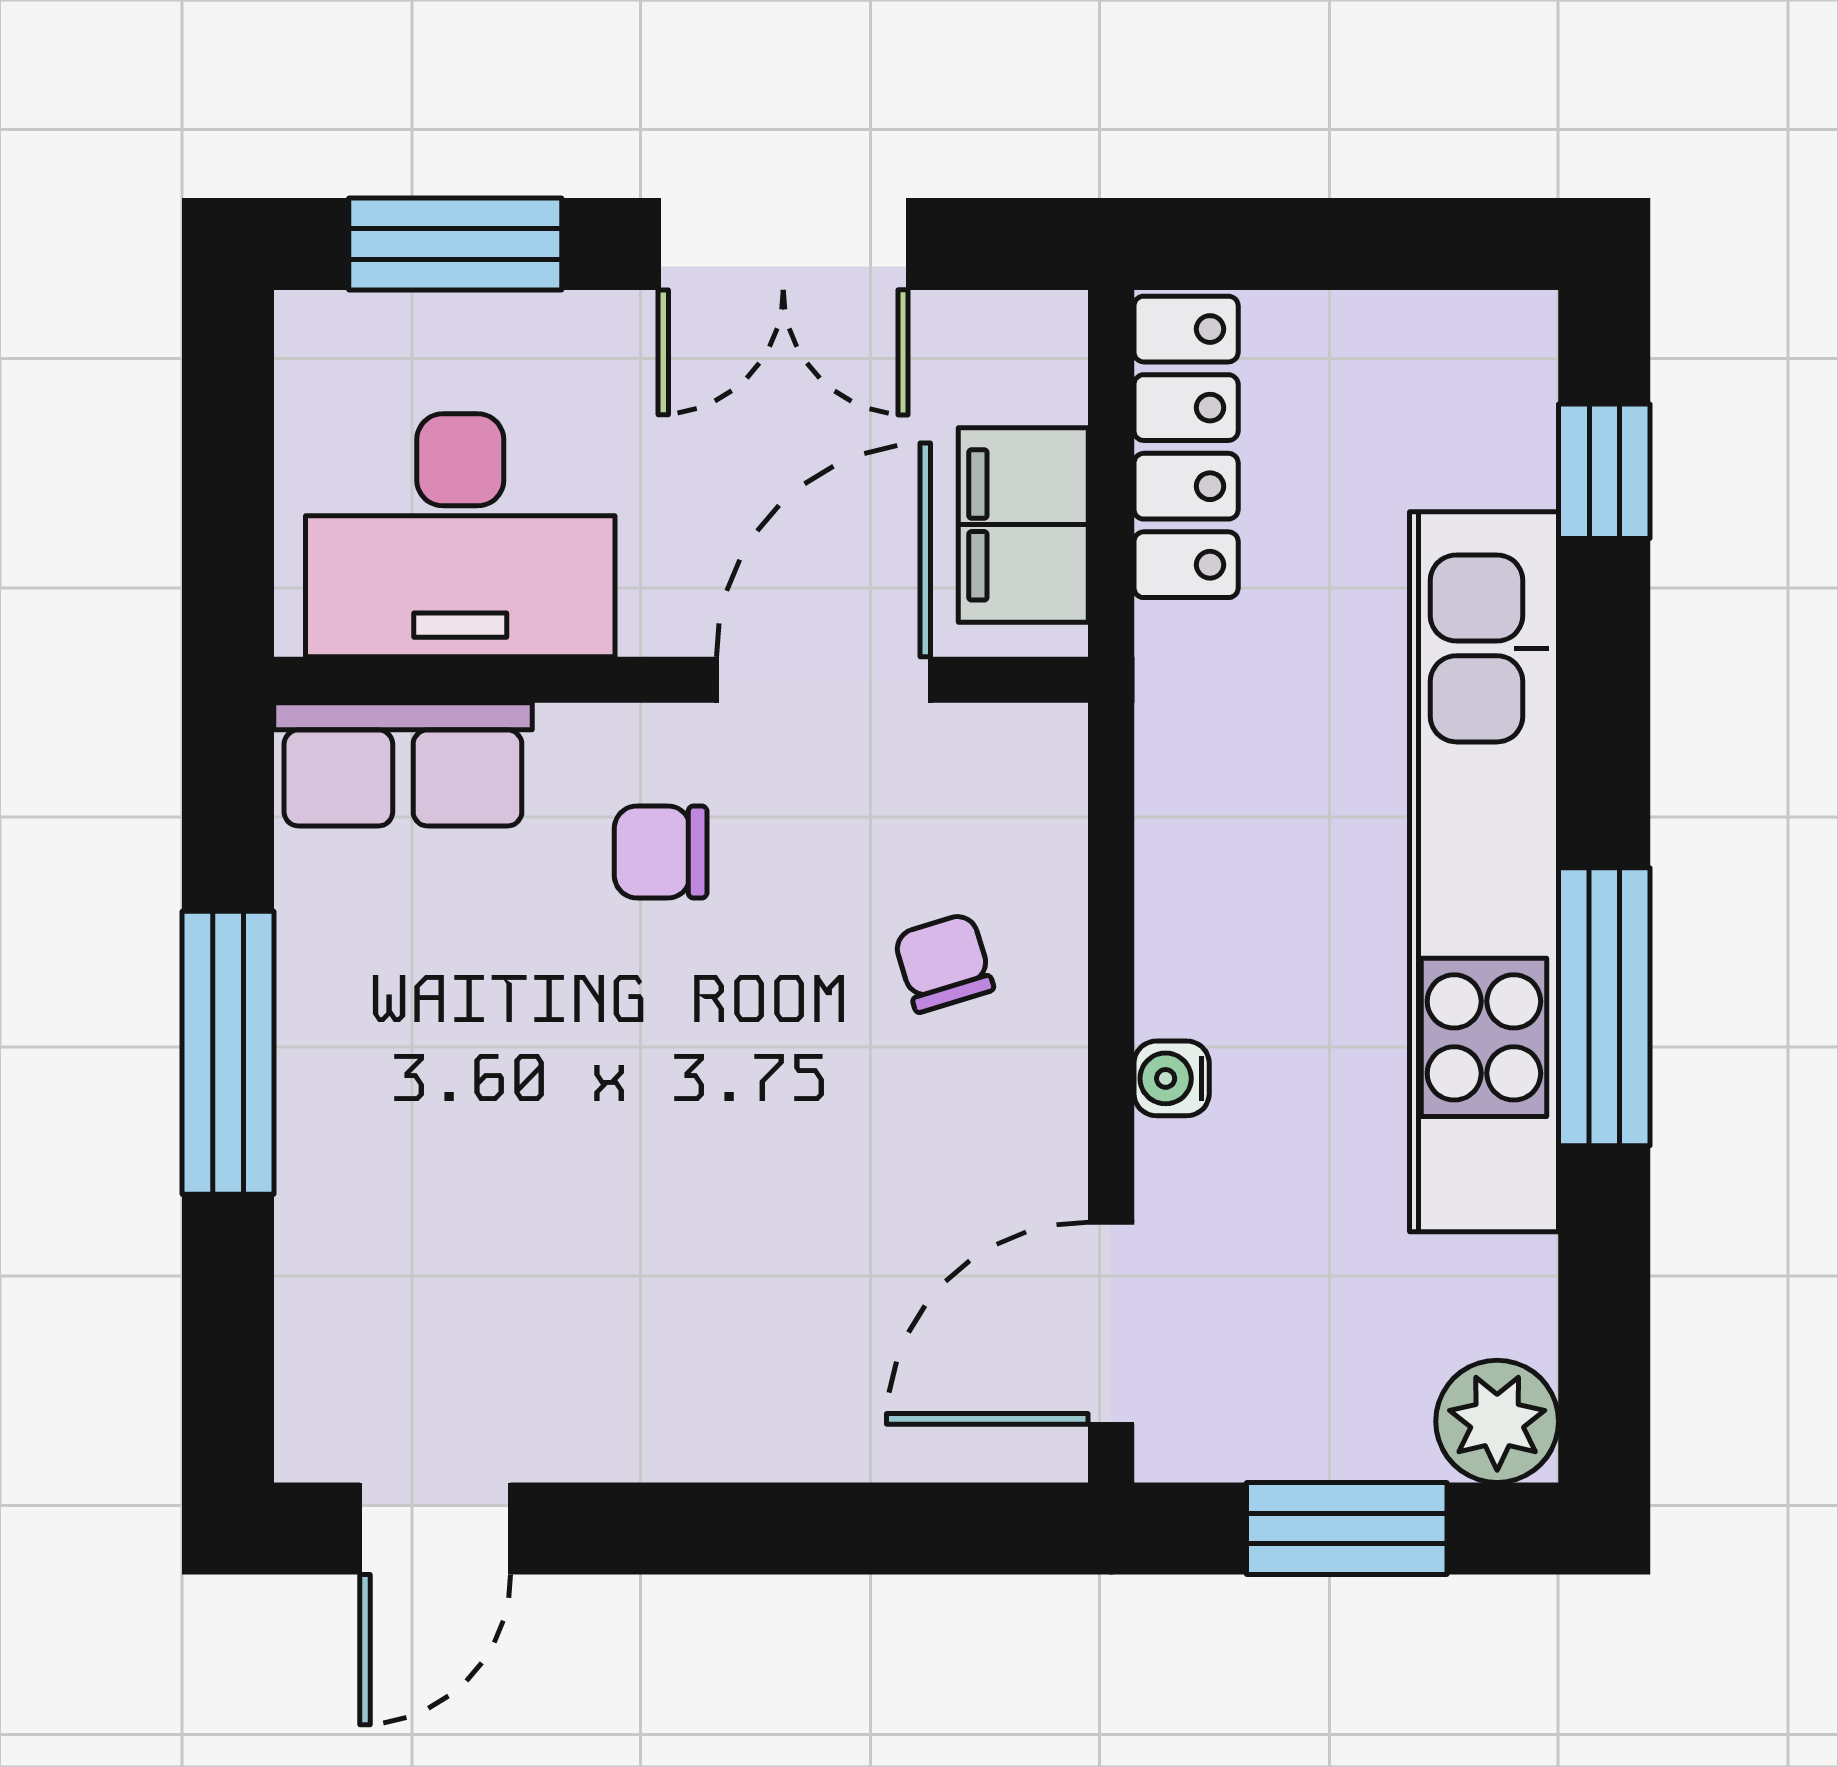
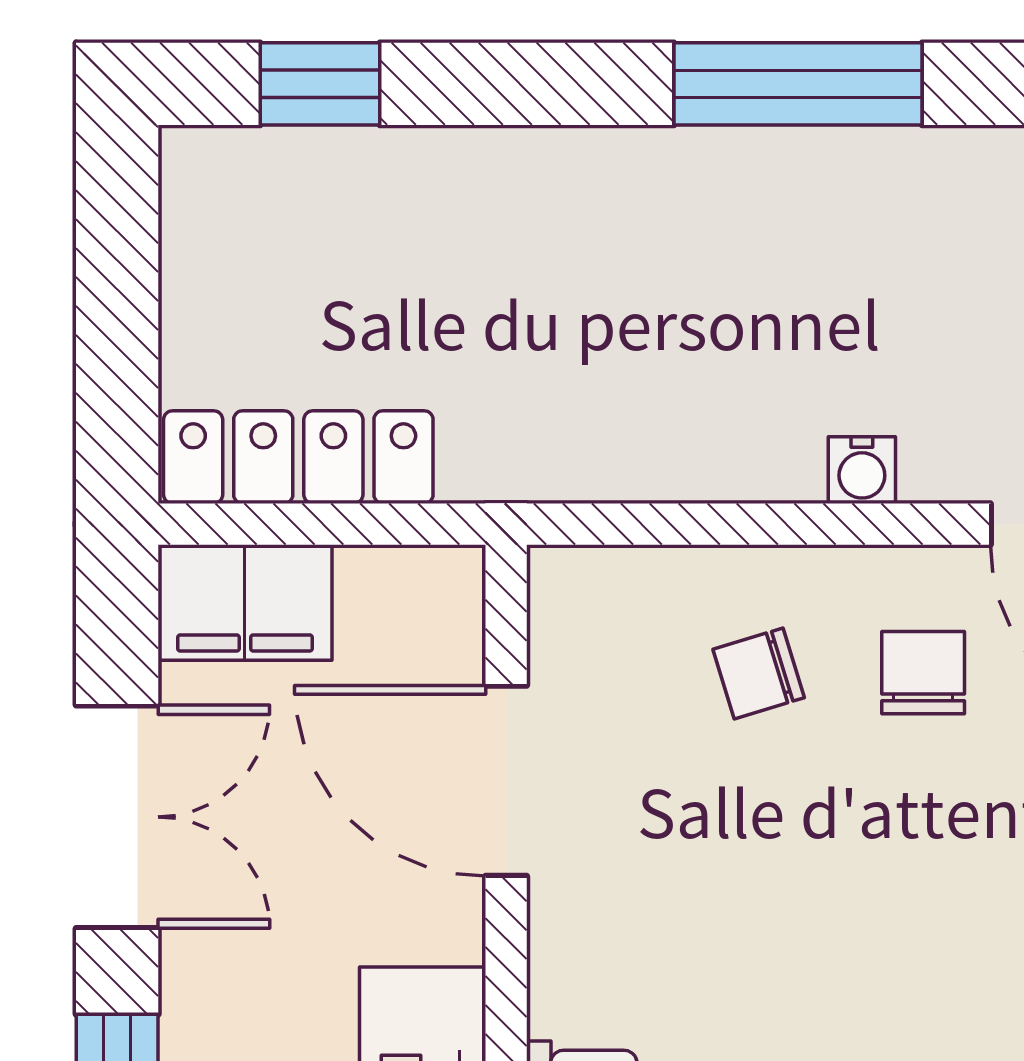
filing cabinet: (1023, 525) -> (245, 602), moved
chair: (661, 852) -> (923, 673), moved, turned 180
kitchen unit: (1484, 872) -> (677, 191), removed

